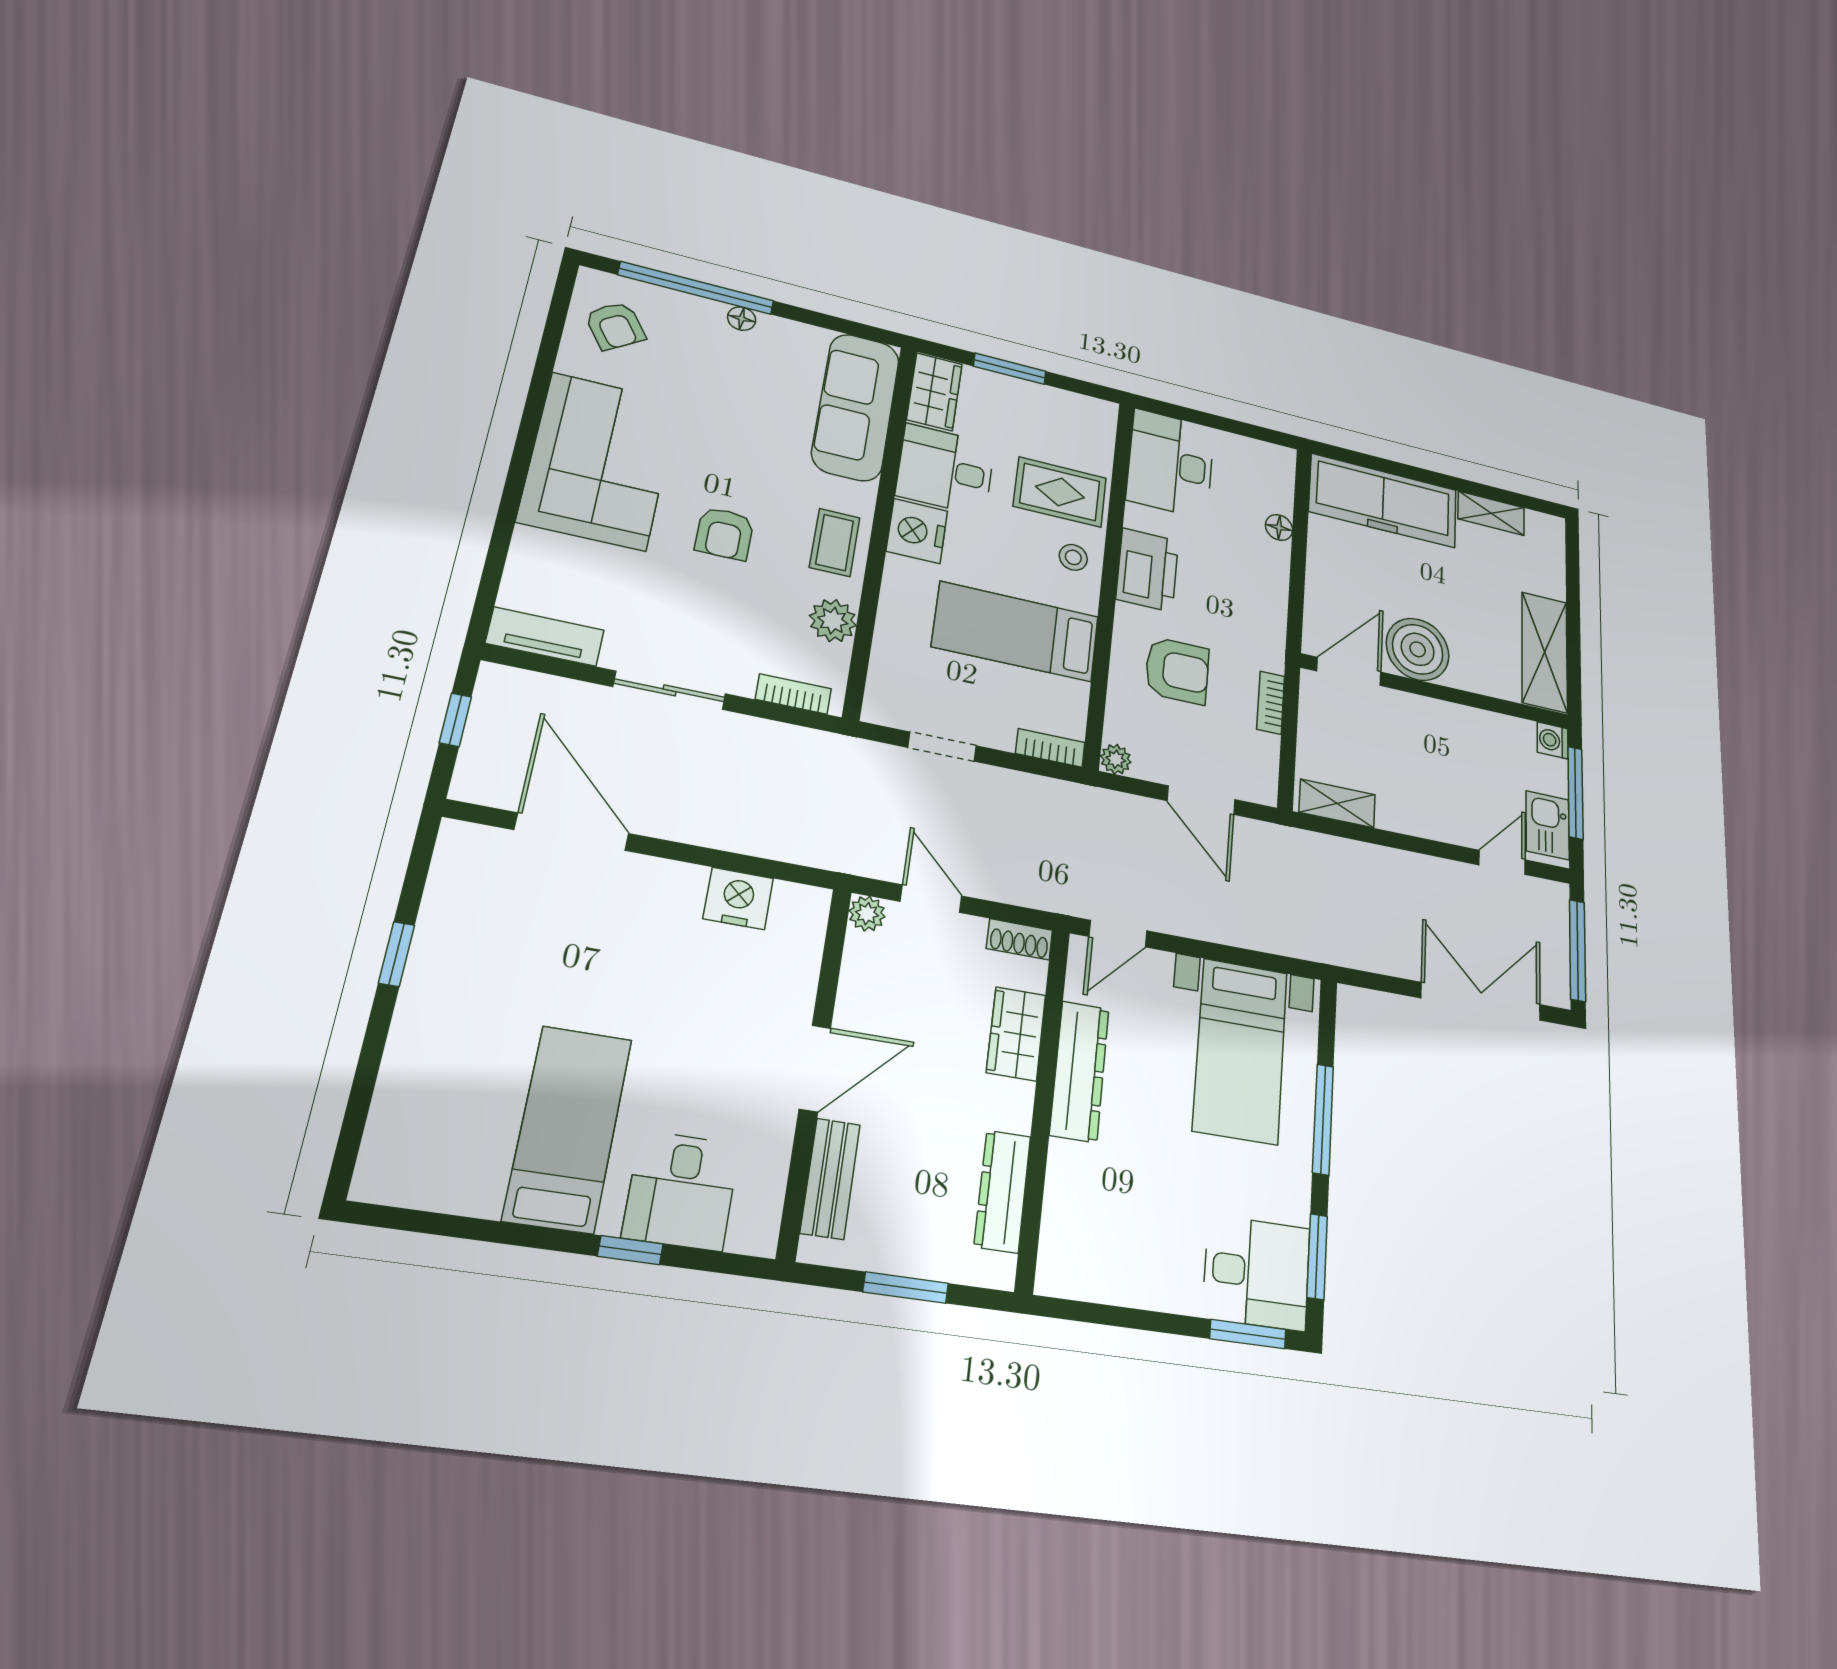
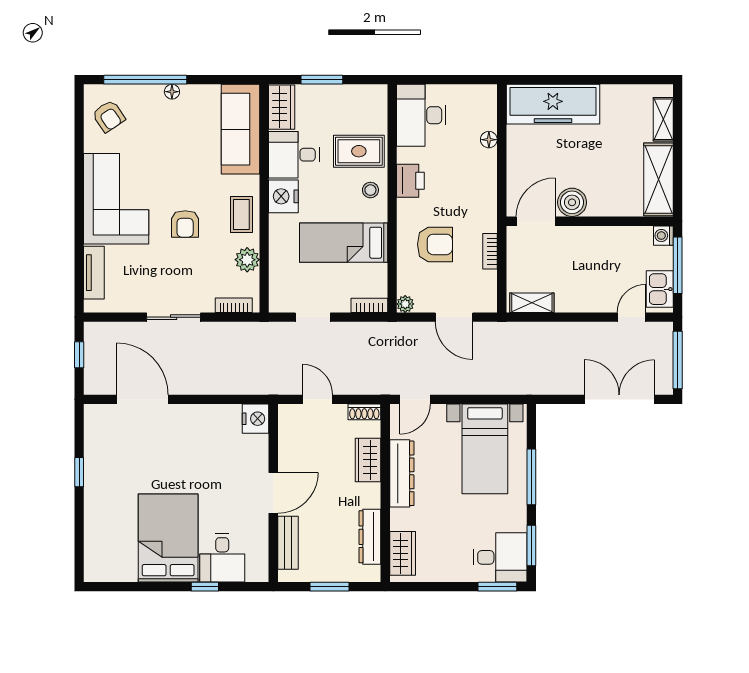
shelving: (1491, 513) -> (663, 119), moved, turned 90
printer: (1147, 570) -> (410, 181), width x0.73, depth x0.84
tv unit: (545, 637) -> (94, 273), moved, turned 90
boiler: (1418, 649) -> (572, 202), width x0.73, depth x0.73
nightstand: (738, 898) -> (256, 419), moved, turned 90
plant: (867, 914) -> (287, 413), removed
bed: (568, 1129) -> (168, 538), width x1.50
wardrobe: (1065, 1236) -> (403, 553), added

